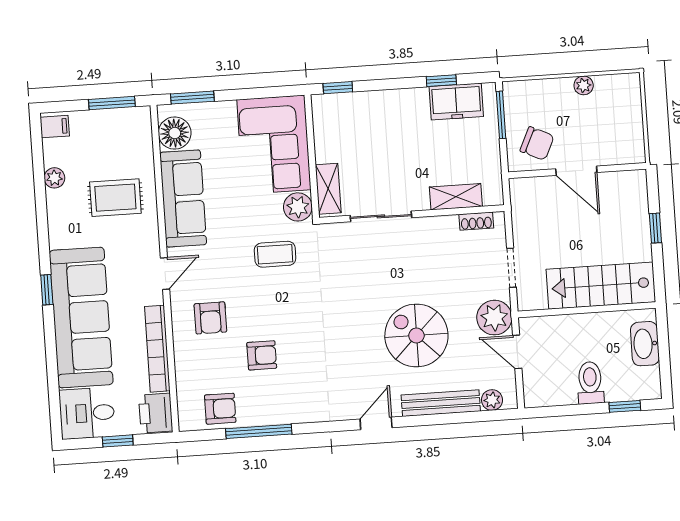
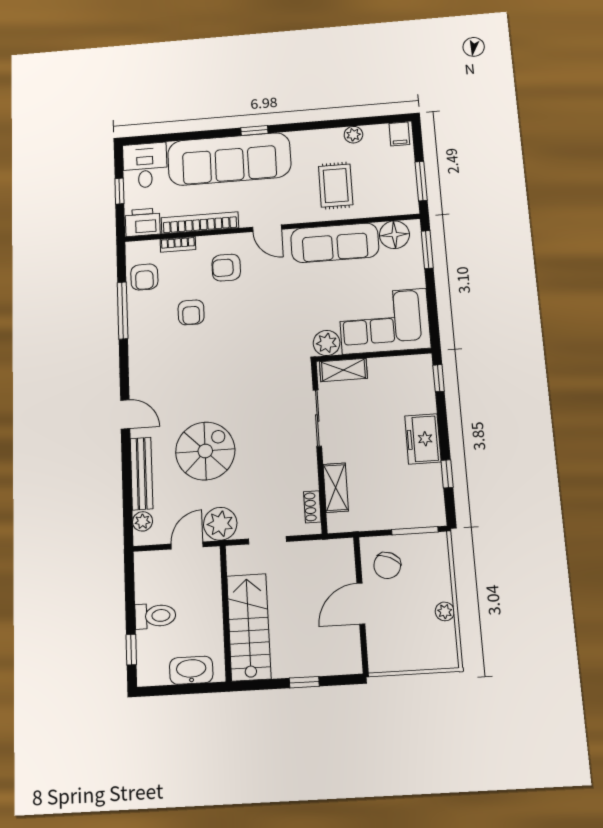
freezer: (456, 102) -> (423, 439), moved
coffee table: (275, 254) -> (283, 323), removed
bookcase: (183, 372) -> (178, 244), added

